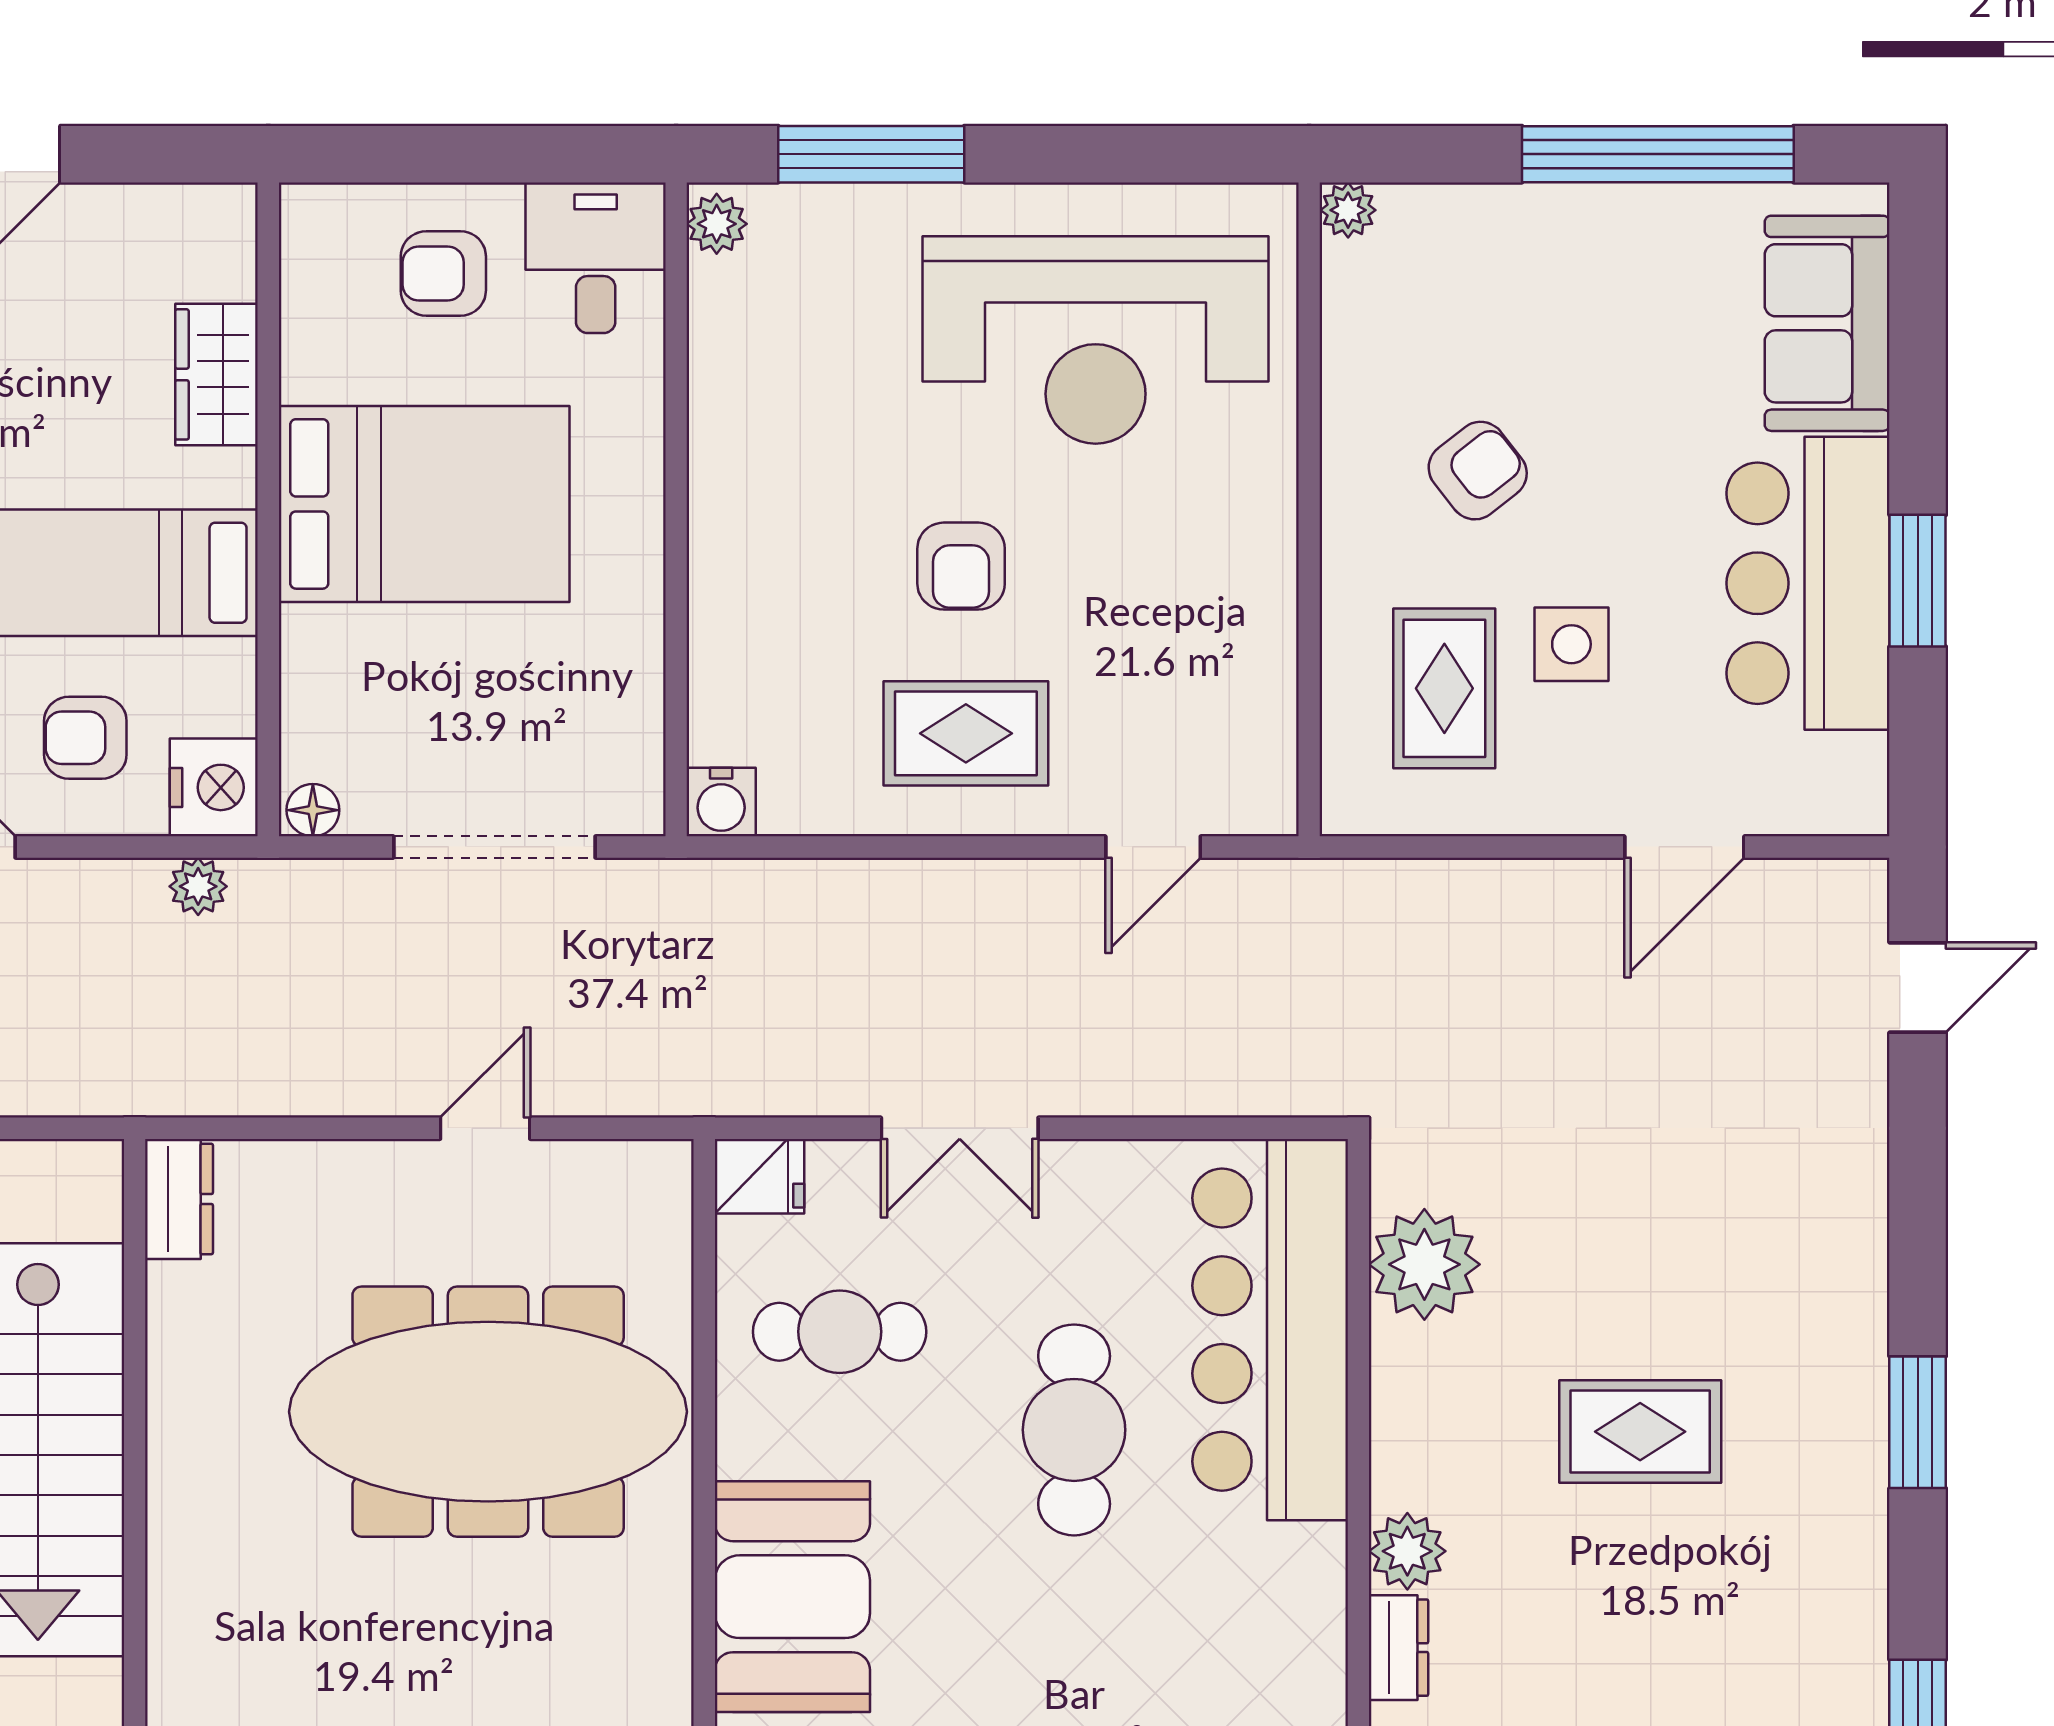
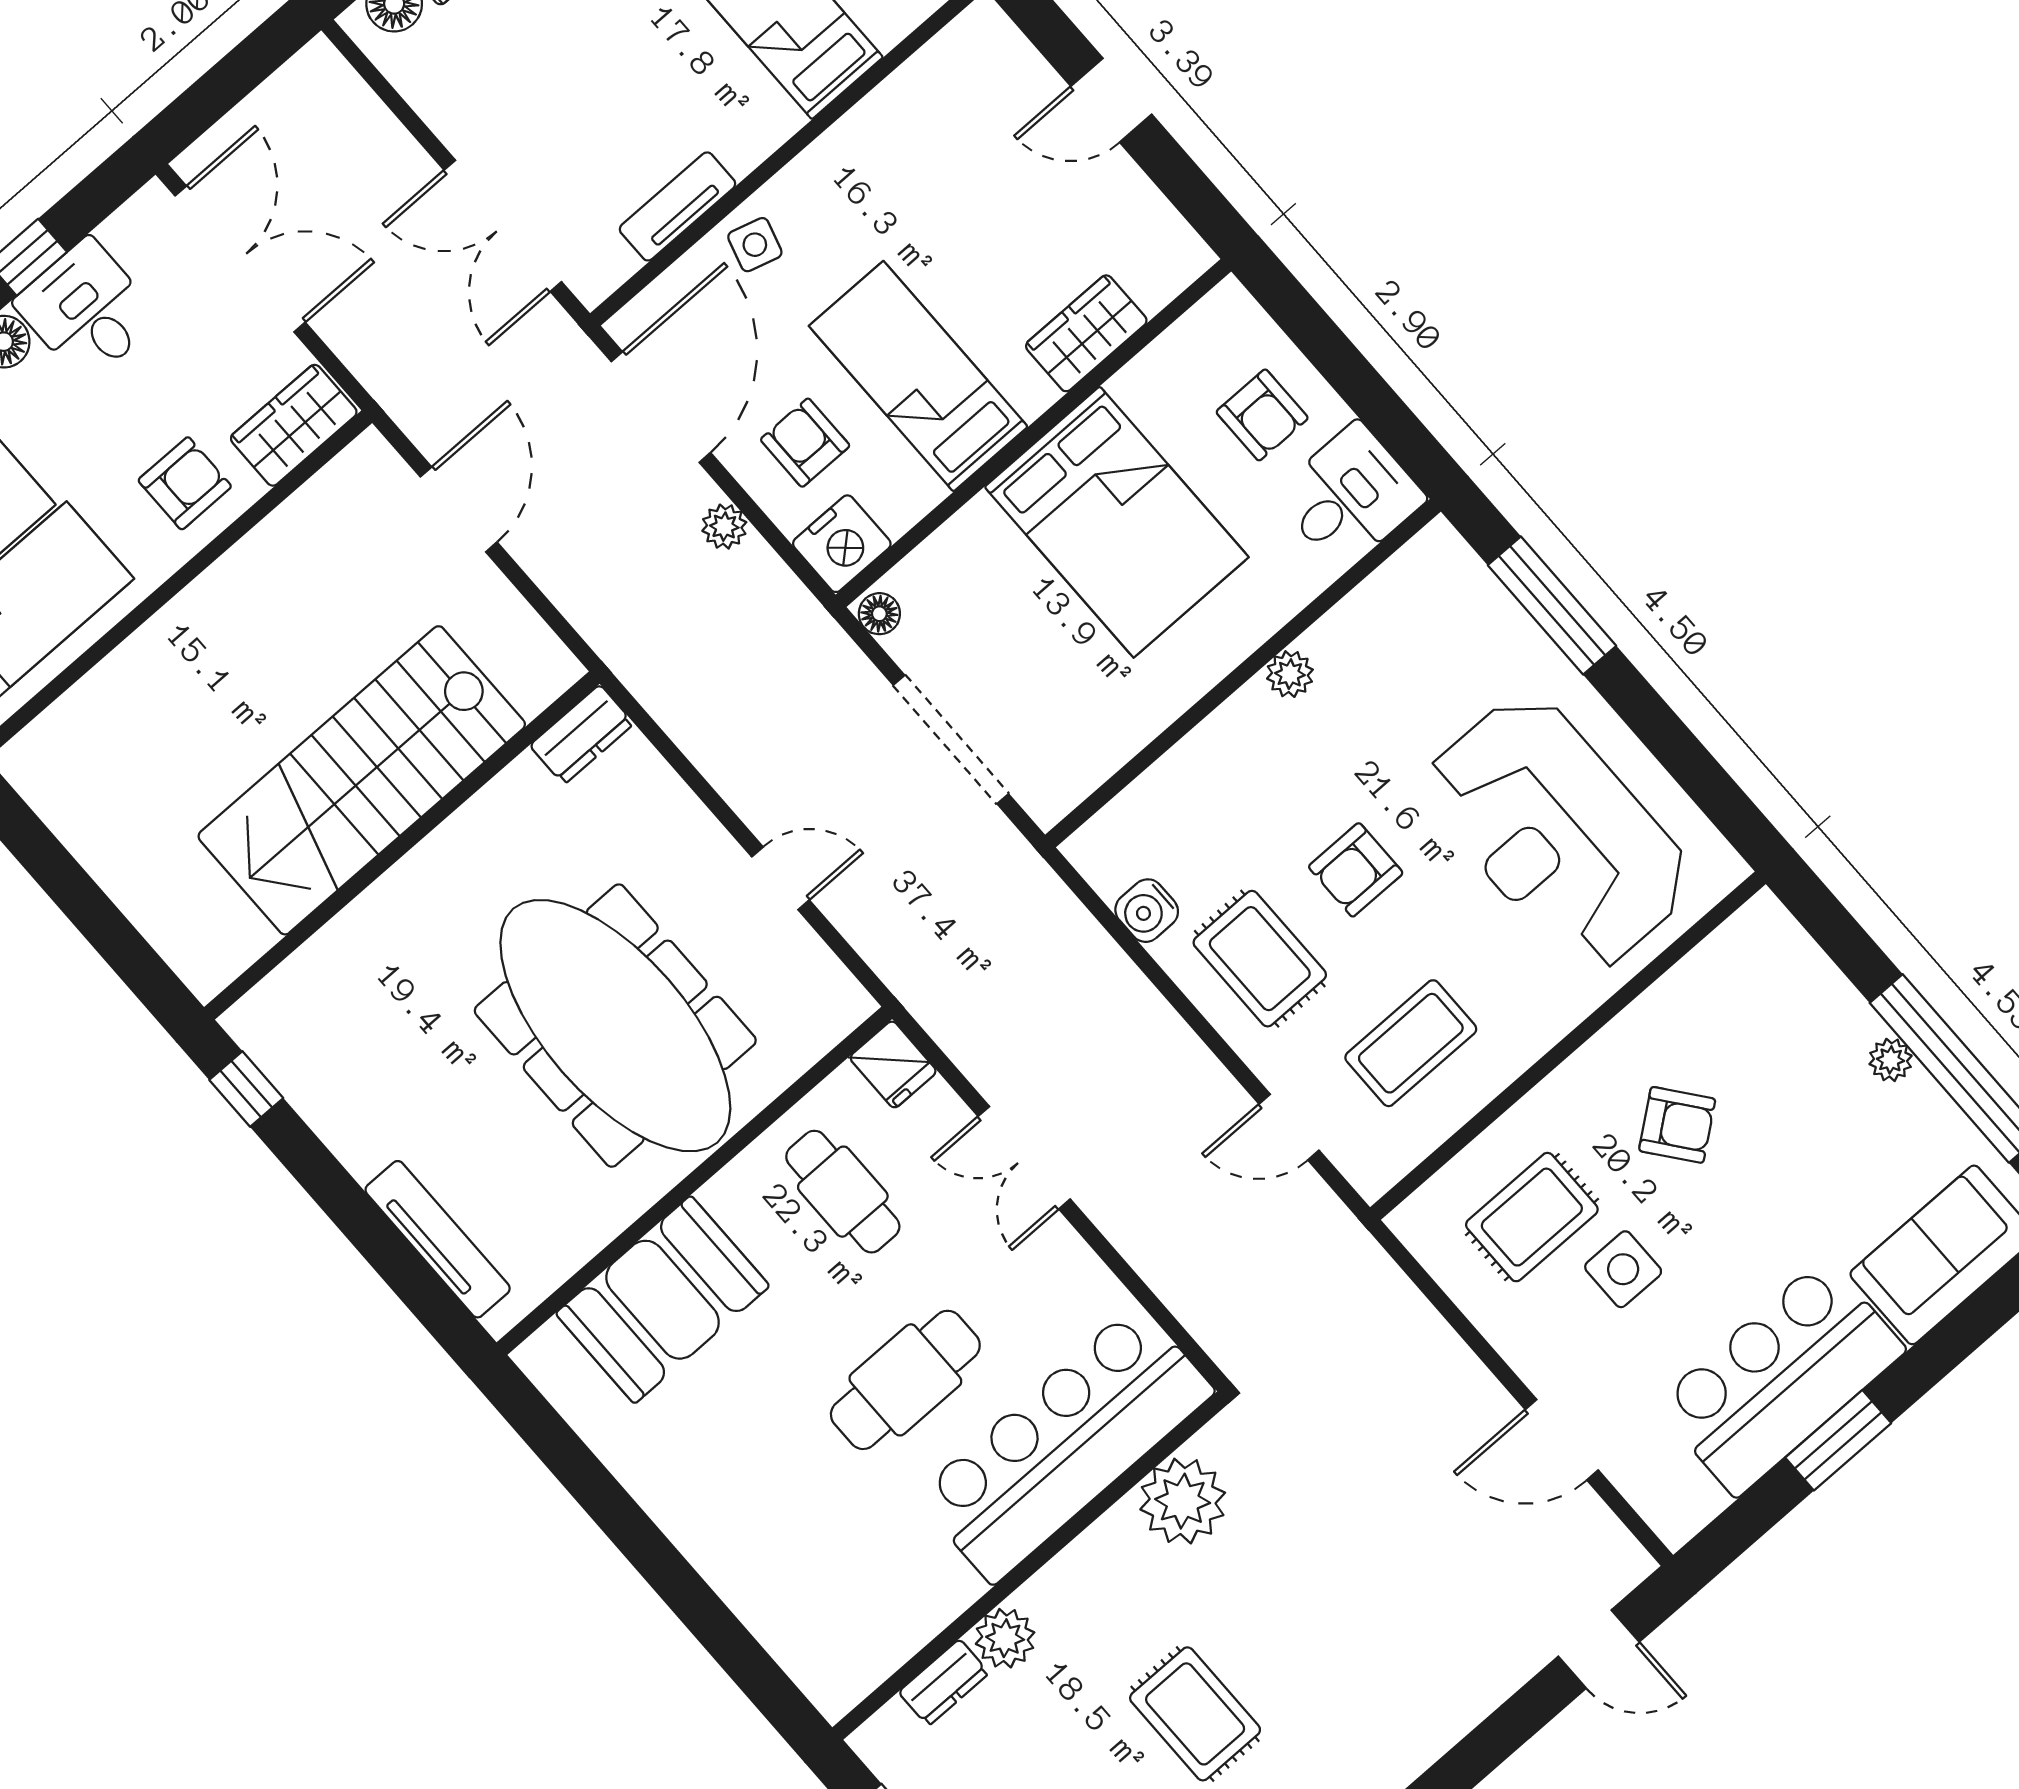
plant: (1348, 210) -> (1891, 1060), moved
plant: (717, 224) -> (1290, 674), moved
armchair: (443, 273) -> (1262, 415), turned 180
coffee table: (1175, 659) -> (1411, 1043), added
water cooler: (721, 802) -> (1147, 911), moved
plant: (198, 886) -> (724, 527), moved

